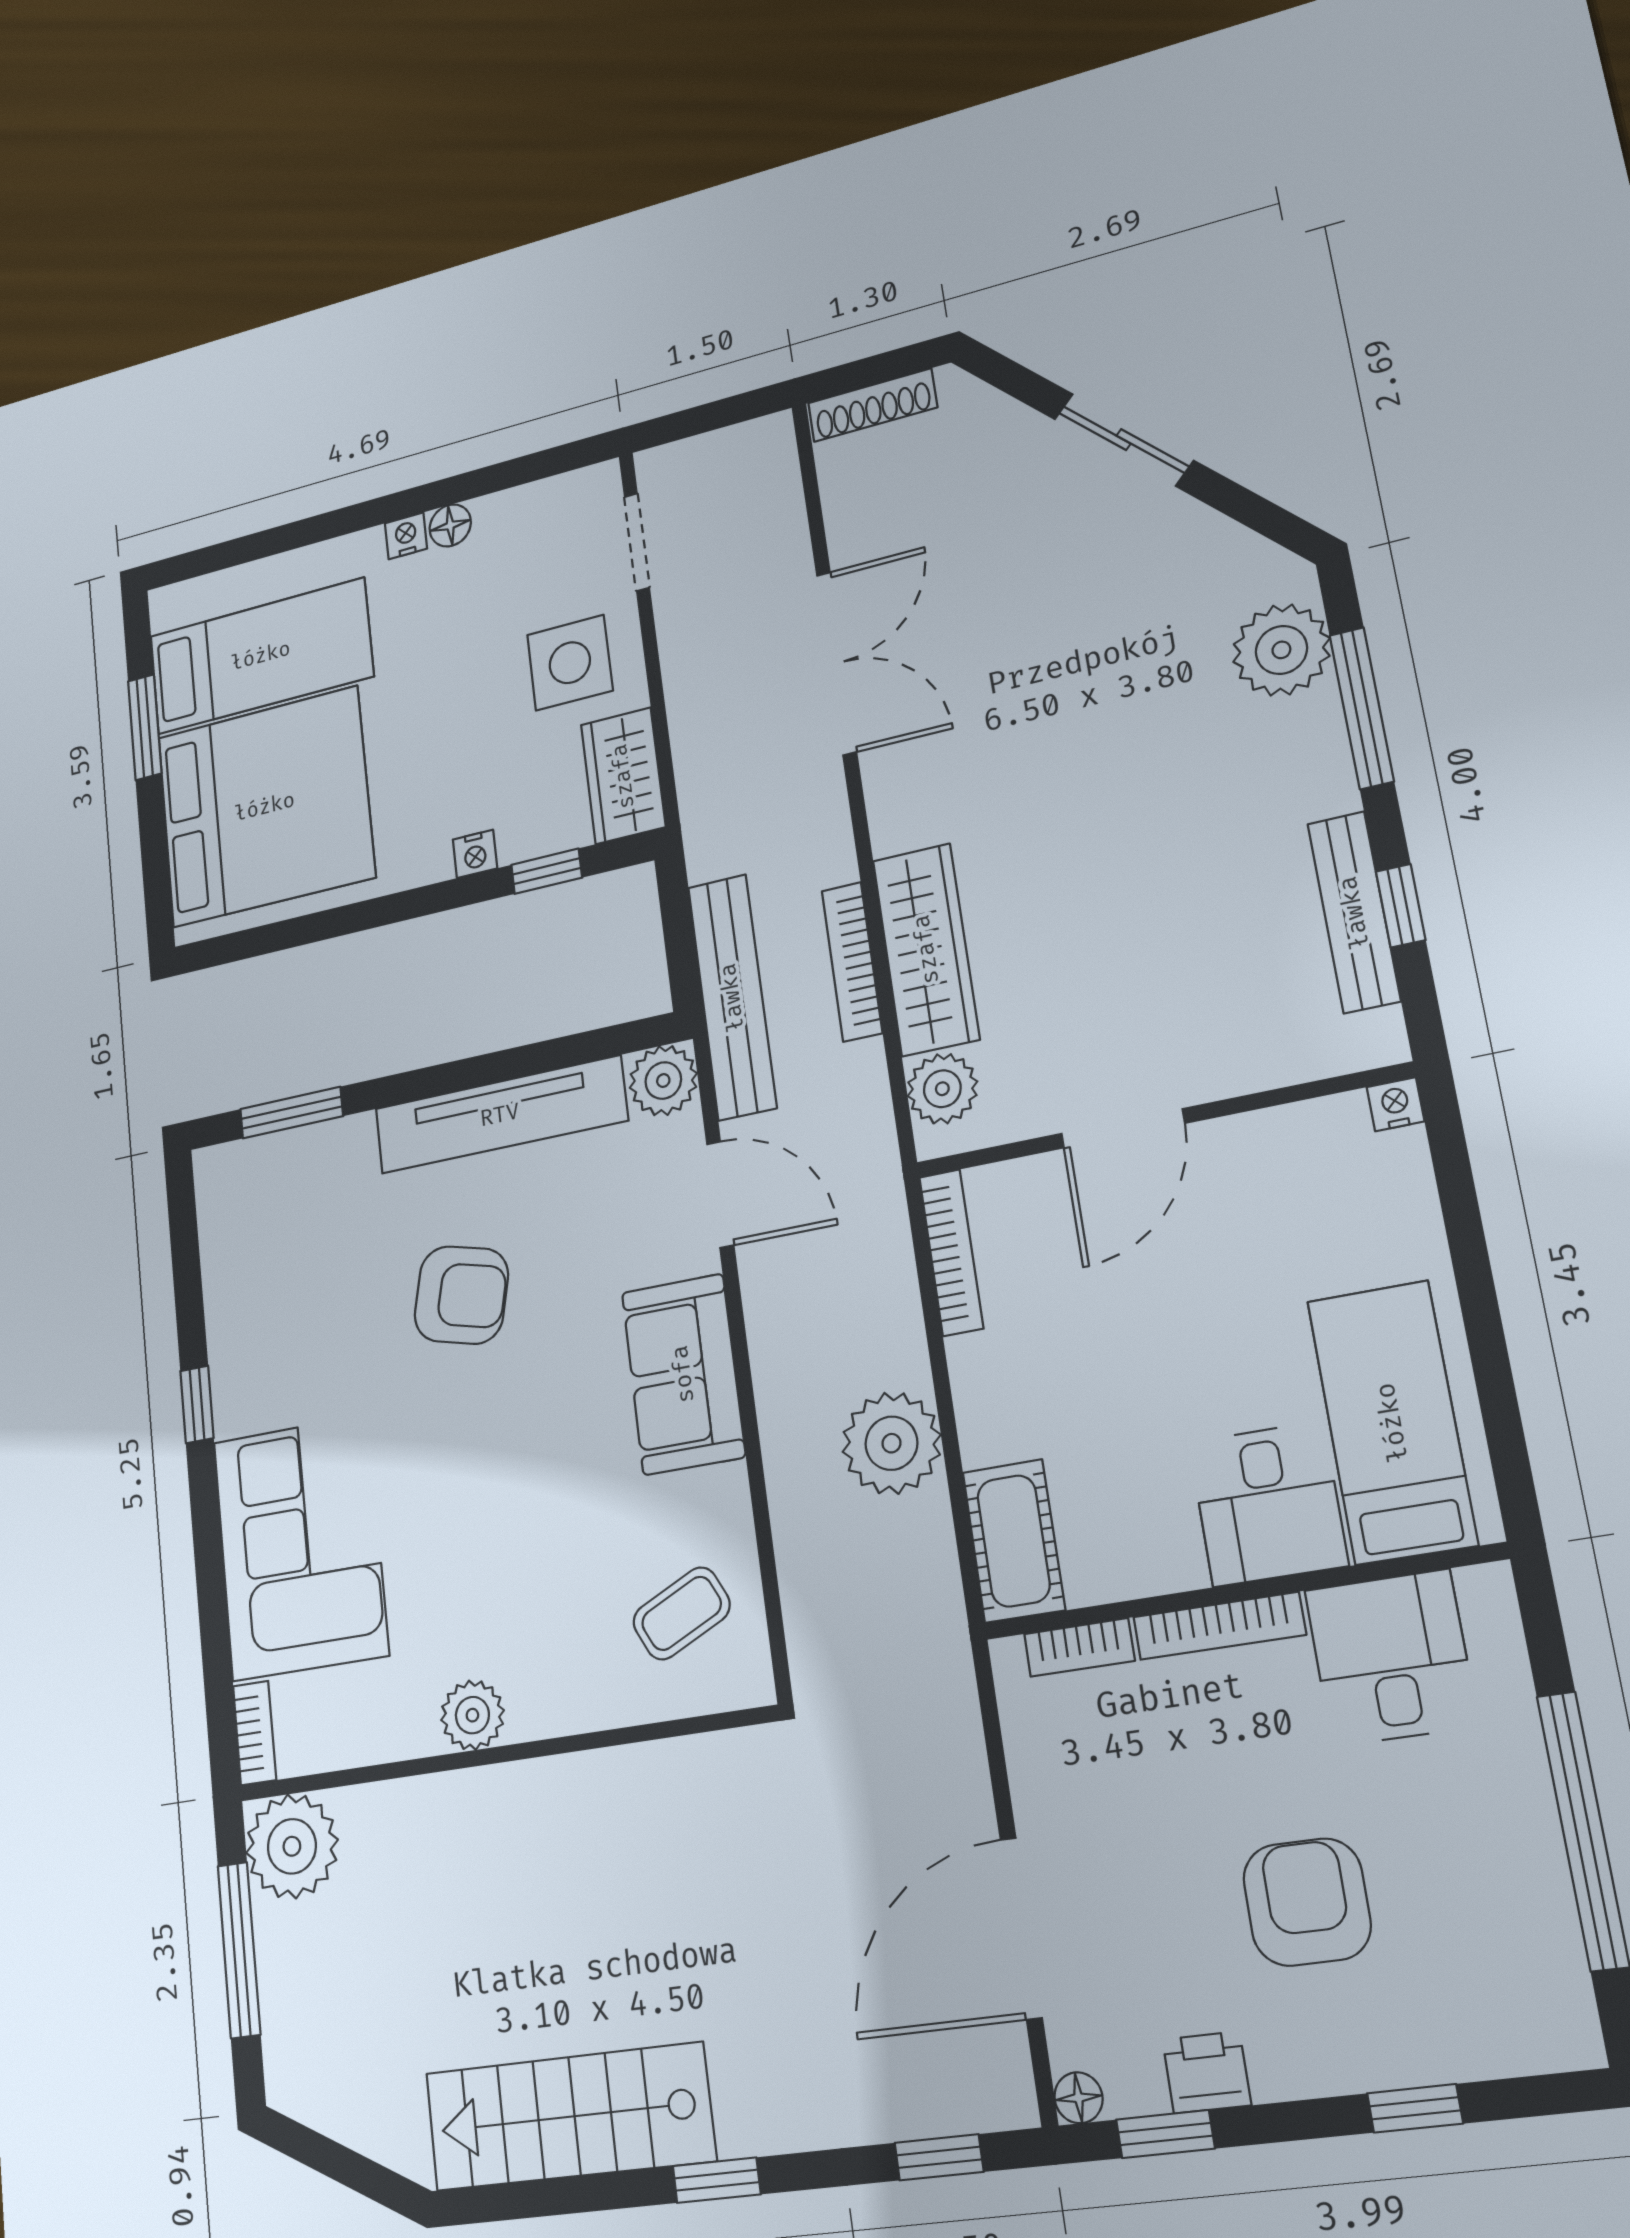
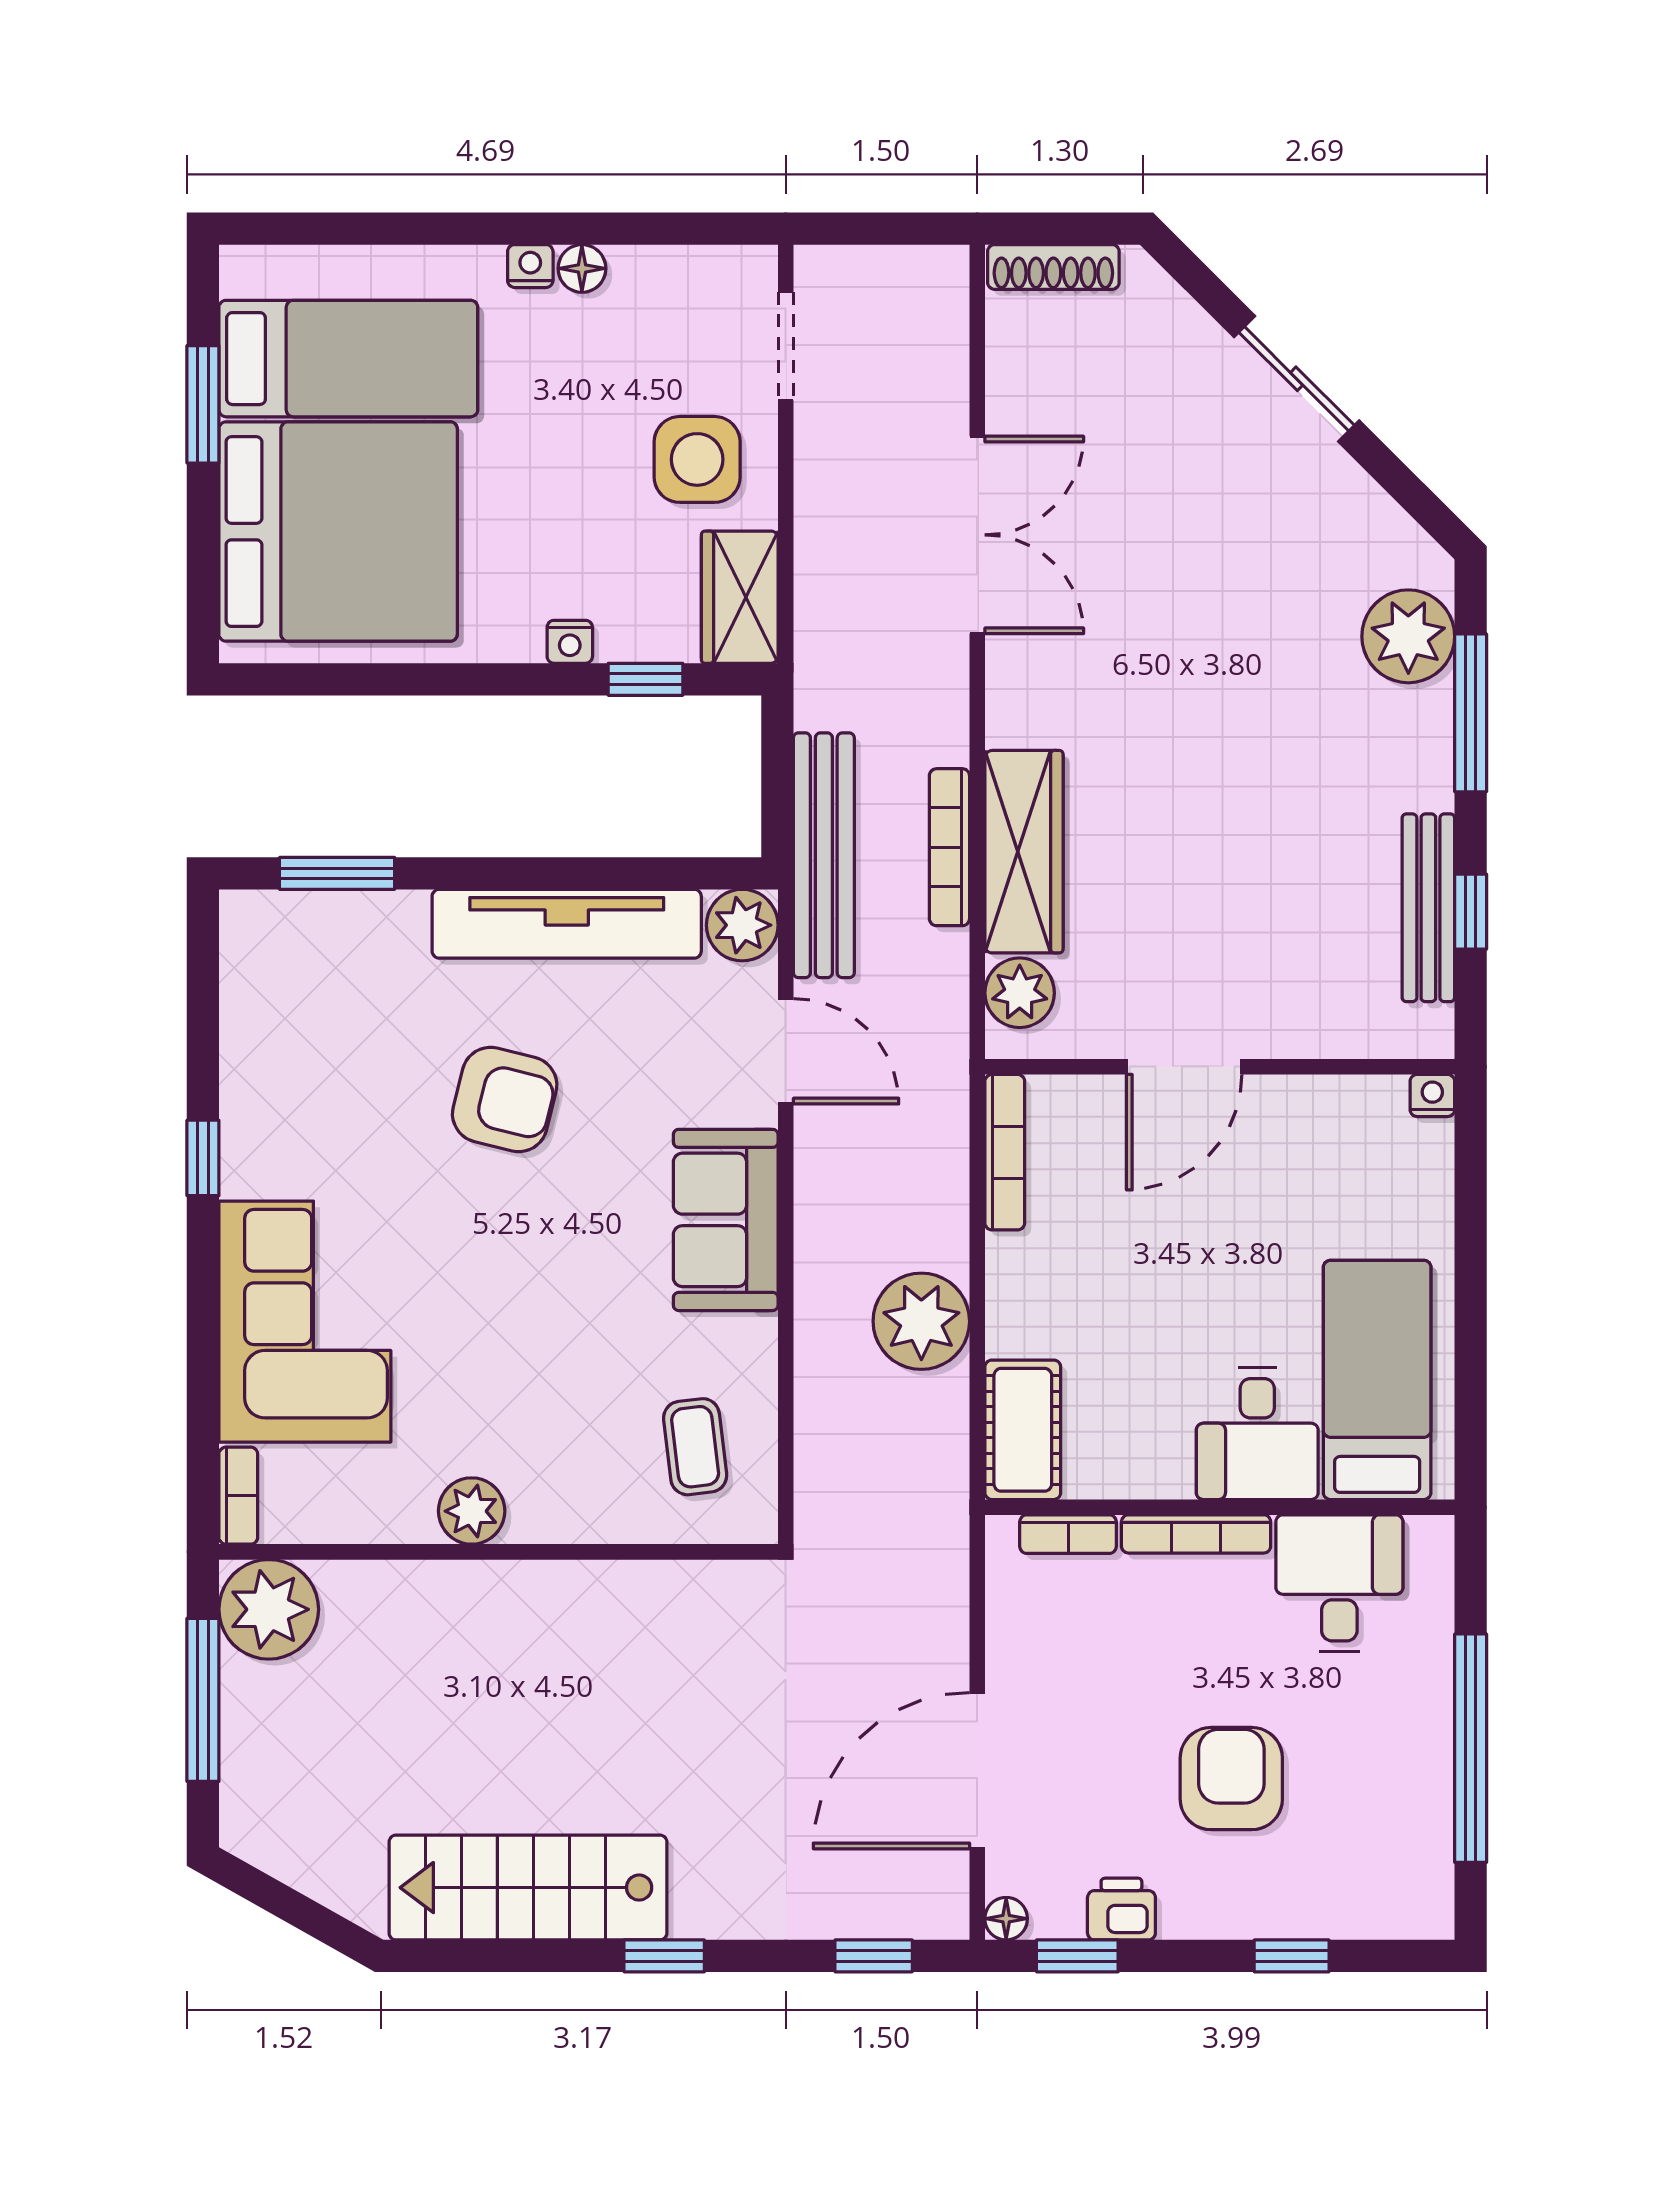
coffee table: (682, 1613) -> (695, 1447), turned -71

